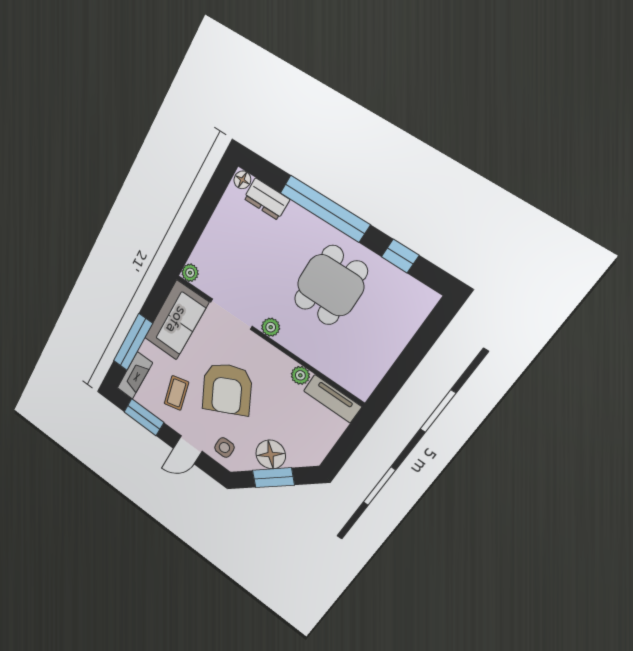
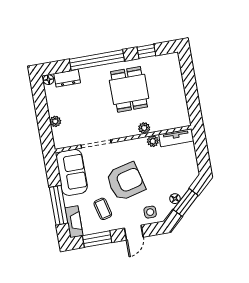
plant: (190, 273) -> (55, 121), moved
plant: (271, 327) -> (144, 128), moved
armchair: (227, 389) -> (126, 182), turned -77
floor lamp: (271, 454) -> (175, 199), width x0.53, depth x0.53

